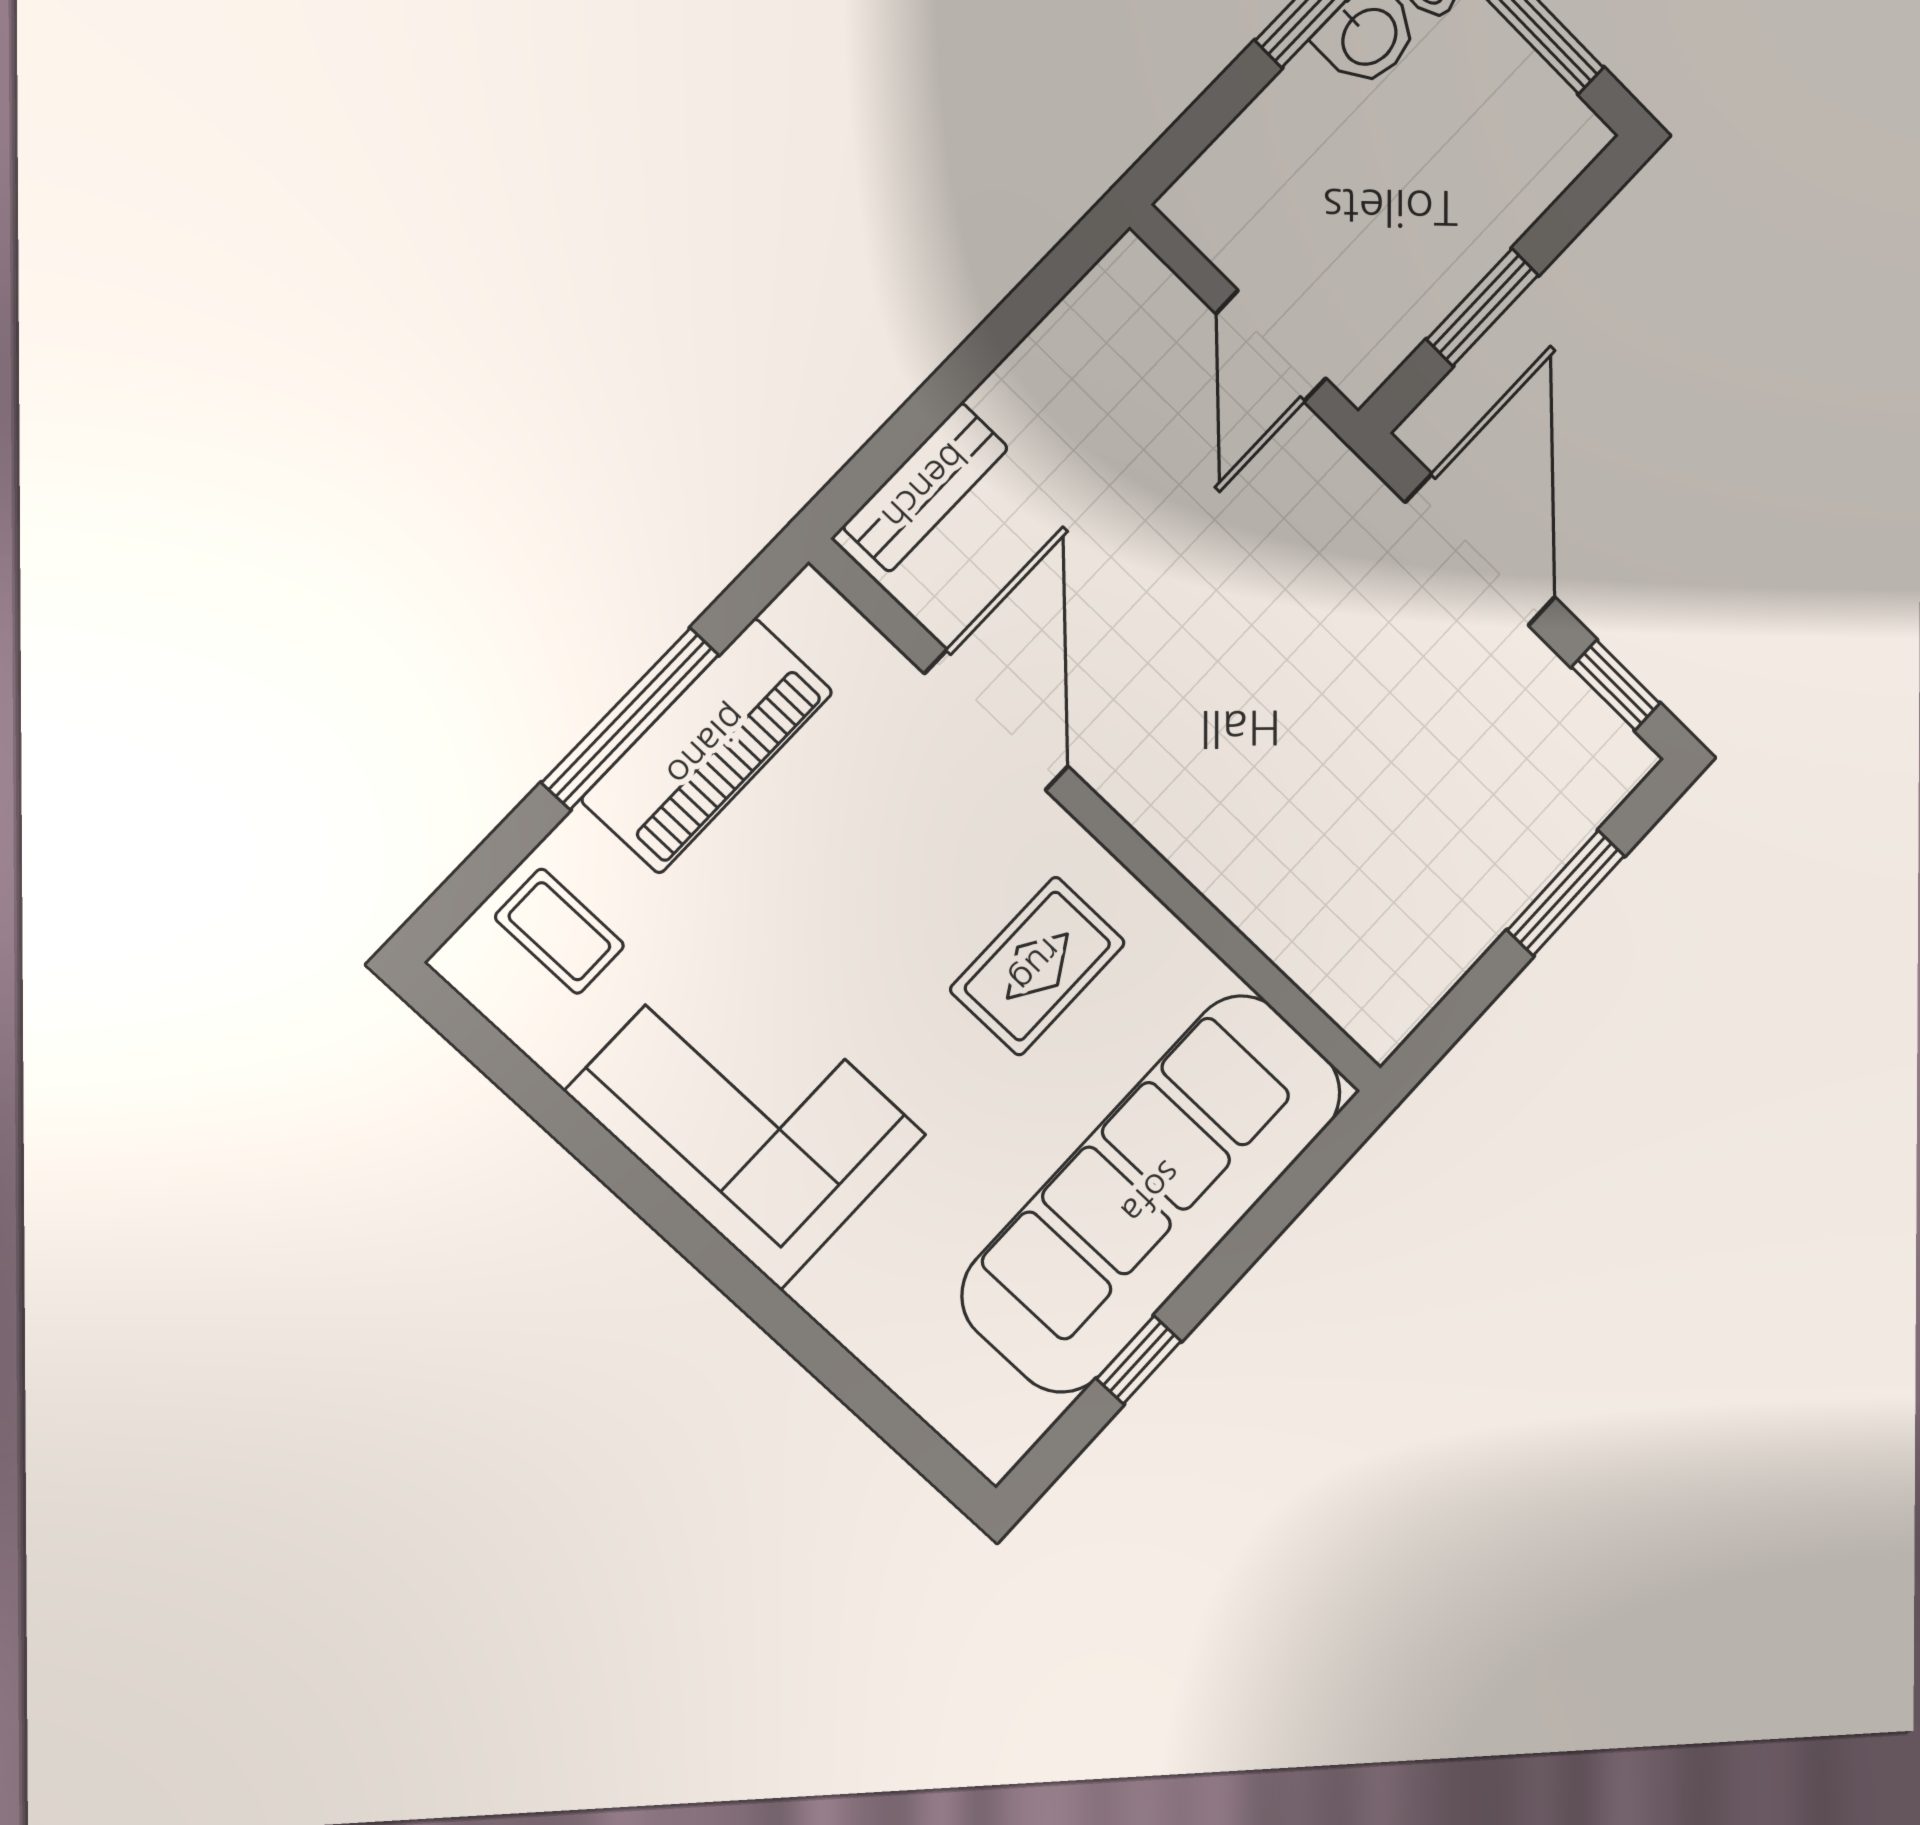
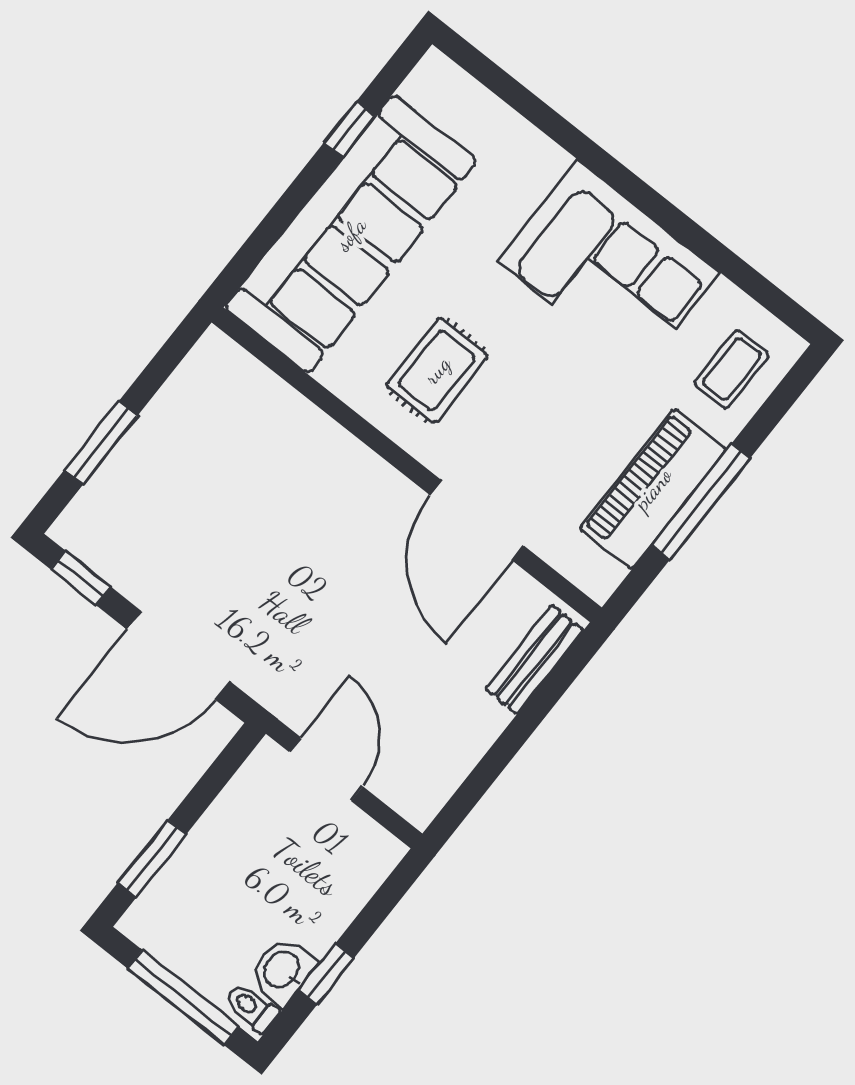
window: (1482, 307) -> (152, 859), moved
door: (1480, 550) -> (178, 655), hinge flipped
coffee table: (559, 931) -> (732, 369), turned 90

